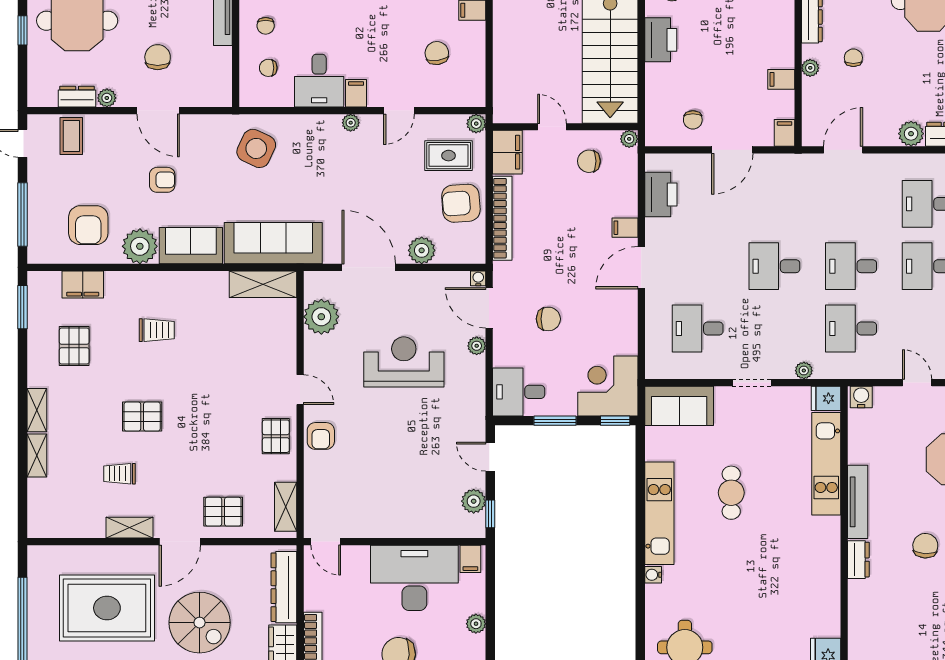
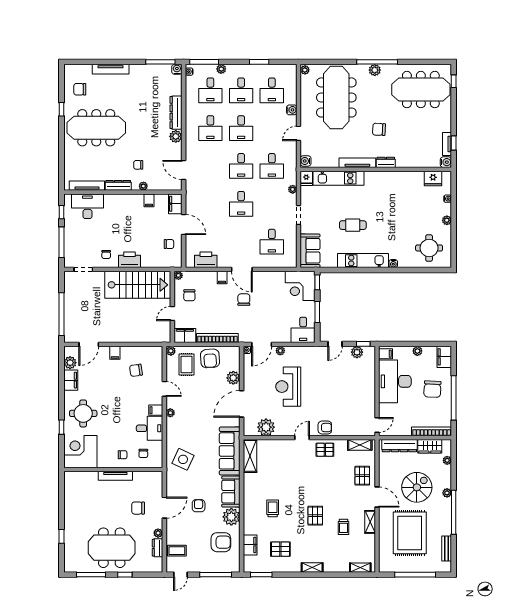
filing cabinet: (785, 133) -> (175, 204), width x2.00
chair: (548, 319) -> (244, 300), moved
shelving: (37, 456) -> (360, 568), moved

